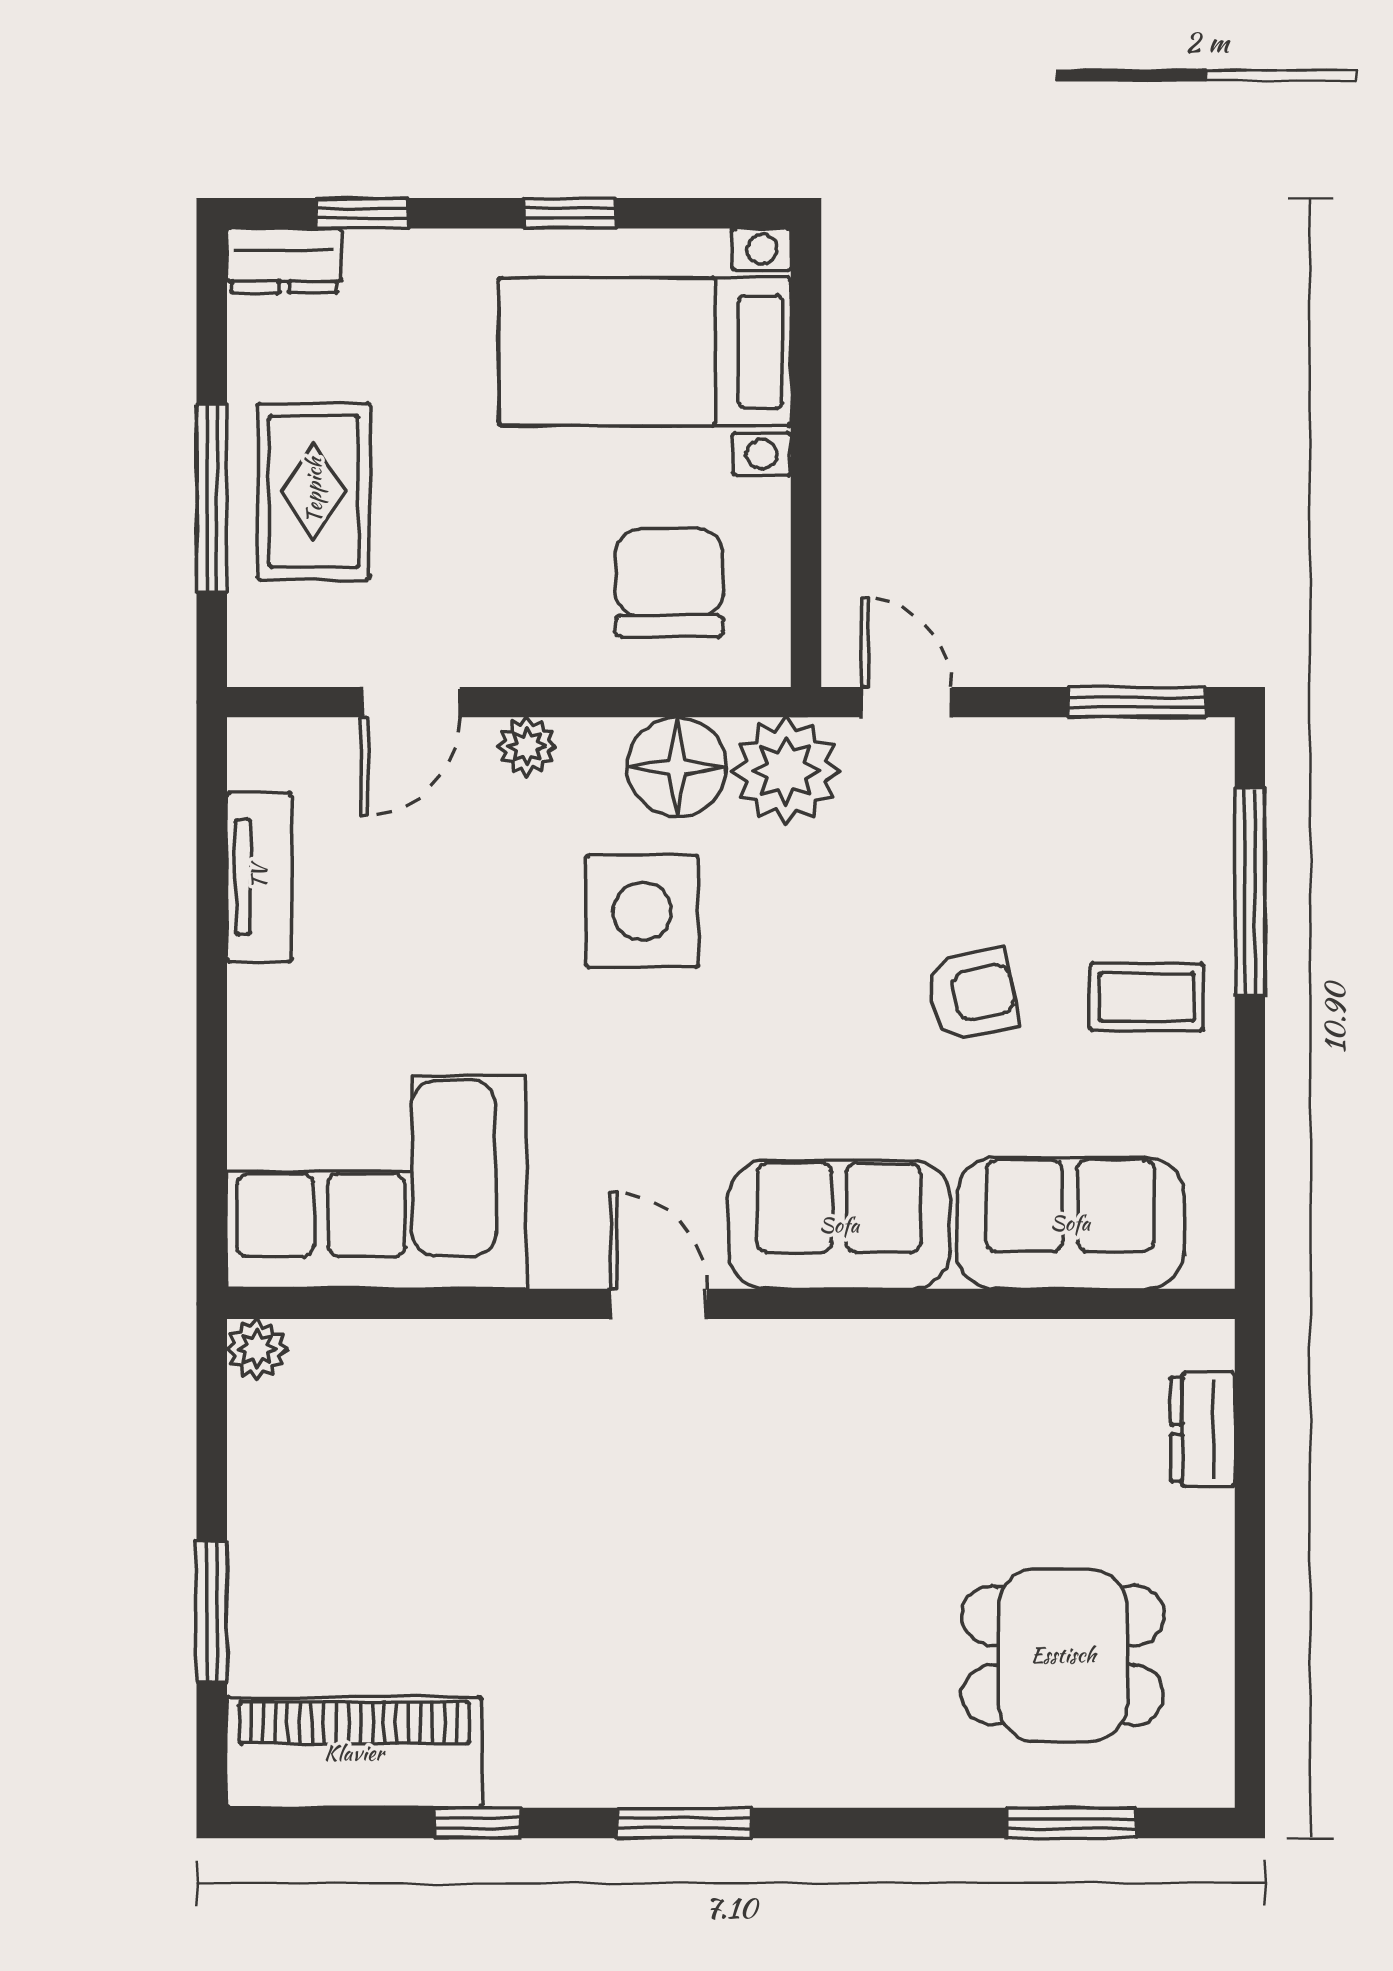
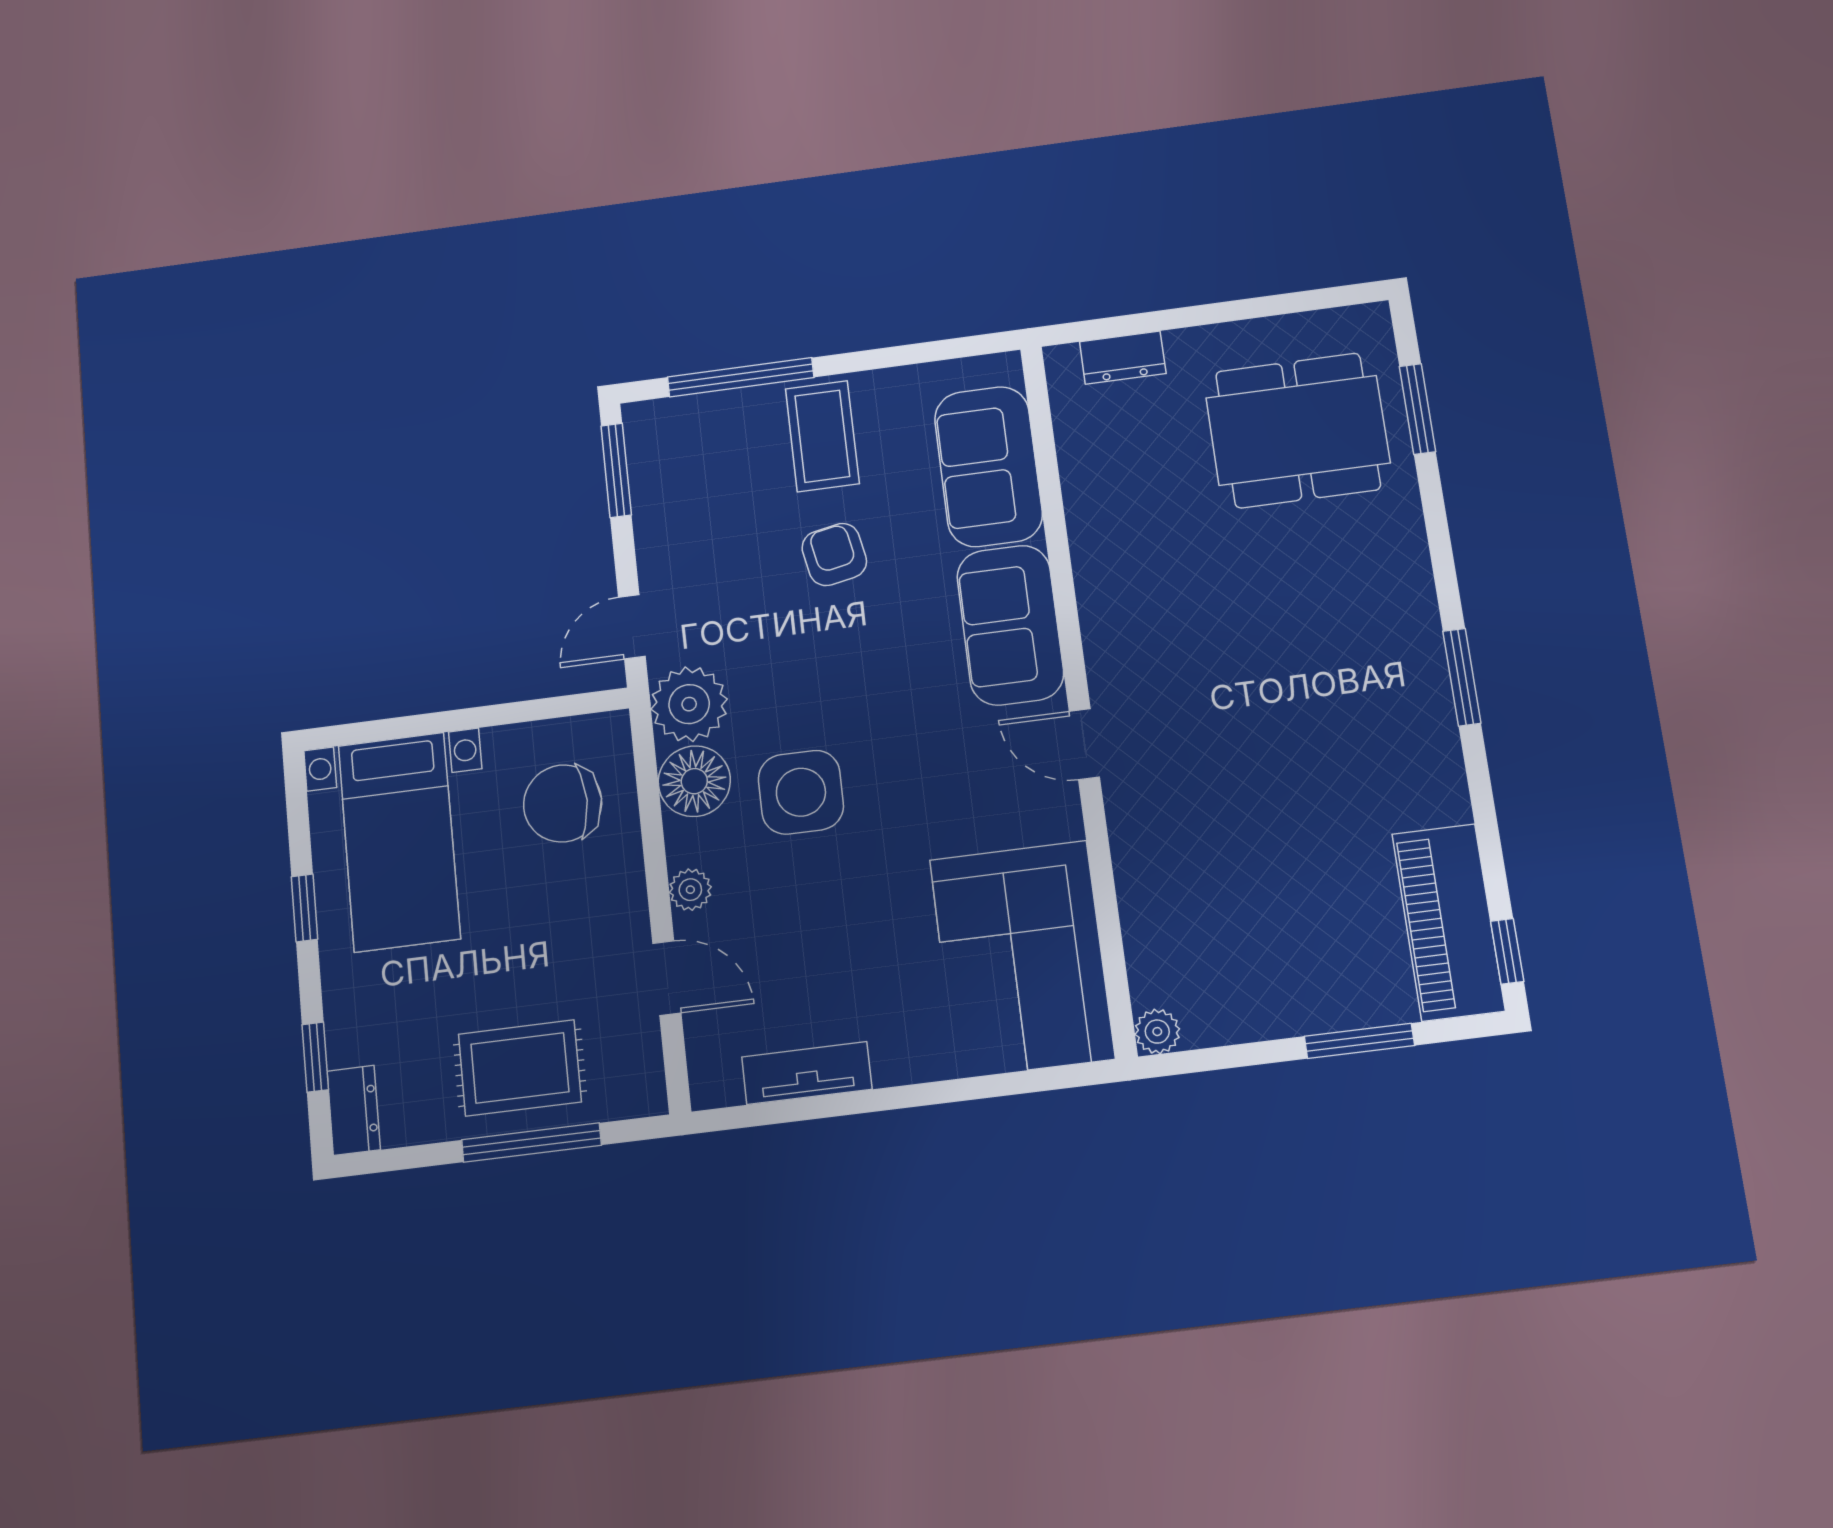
coffee table: (1147, 997) -> (822, 436), width x1.36, depth x1.30
door: (659, 1304) -> (1084, 744), hinge flipped
dining table: (1063, 1655) -> (1298, 430), width x1.38
window: (478, 1823) -> (1507, 951), moved

